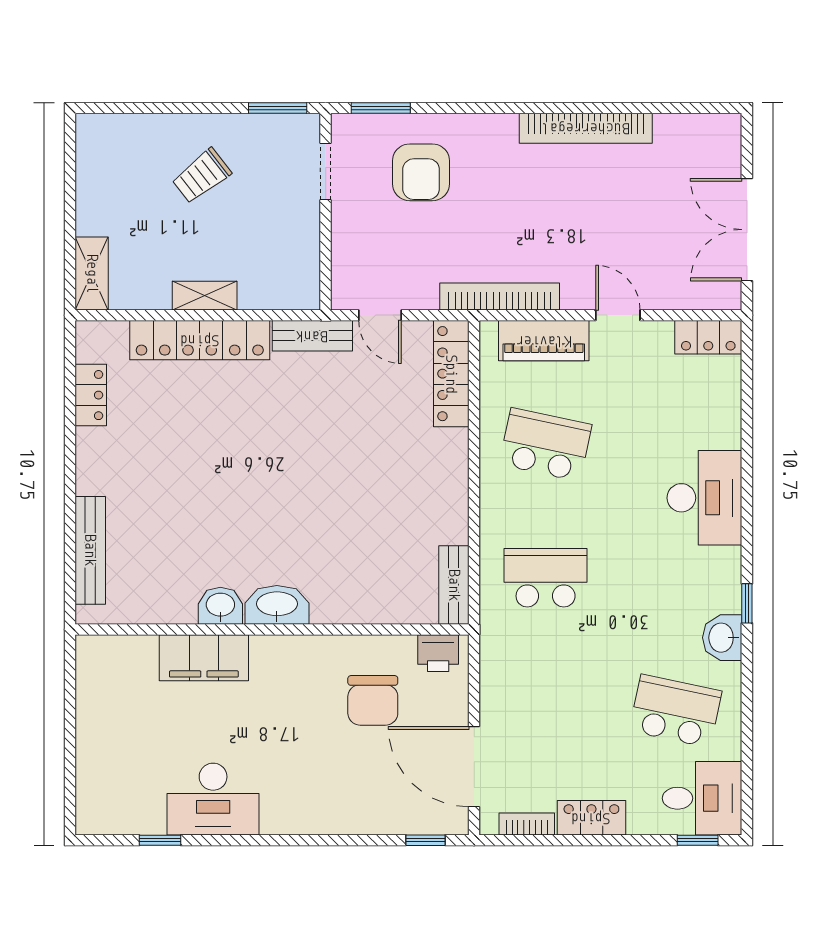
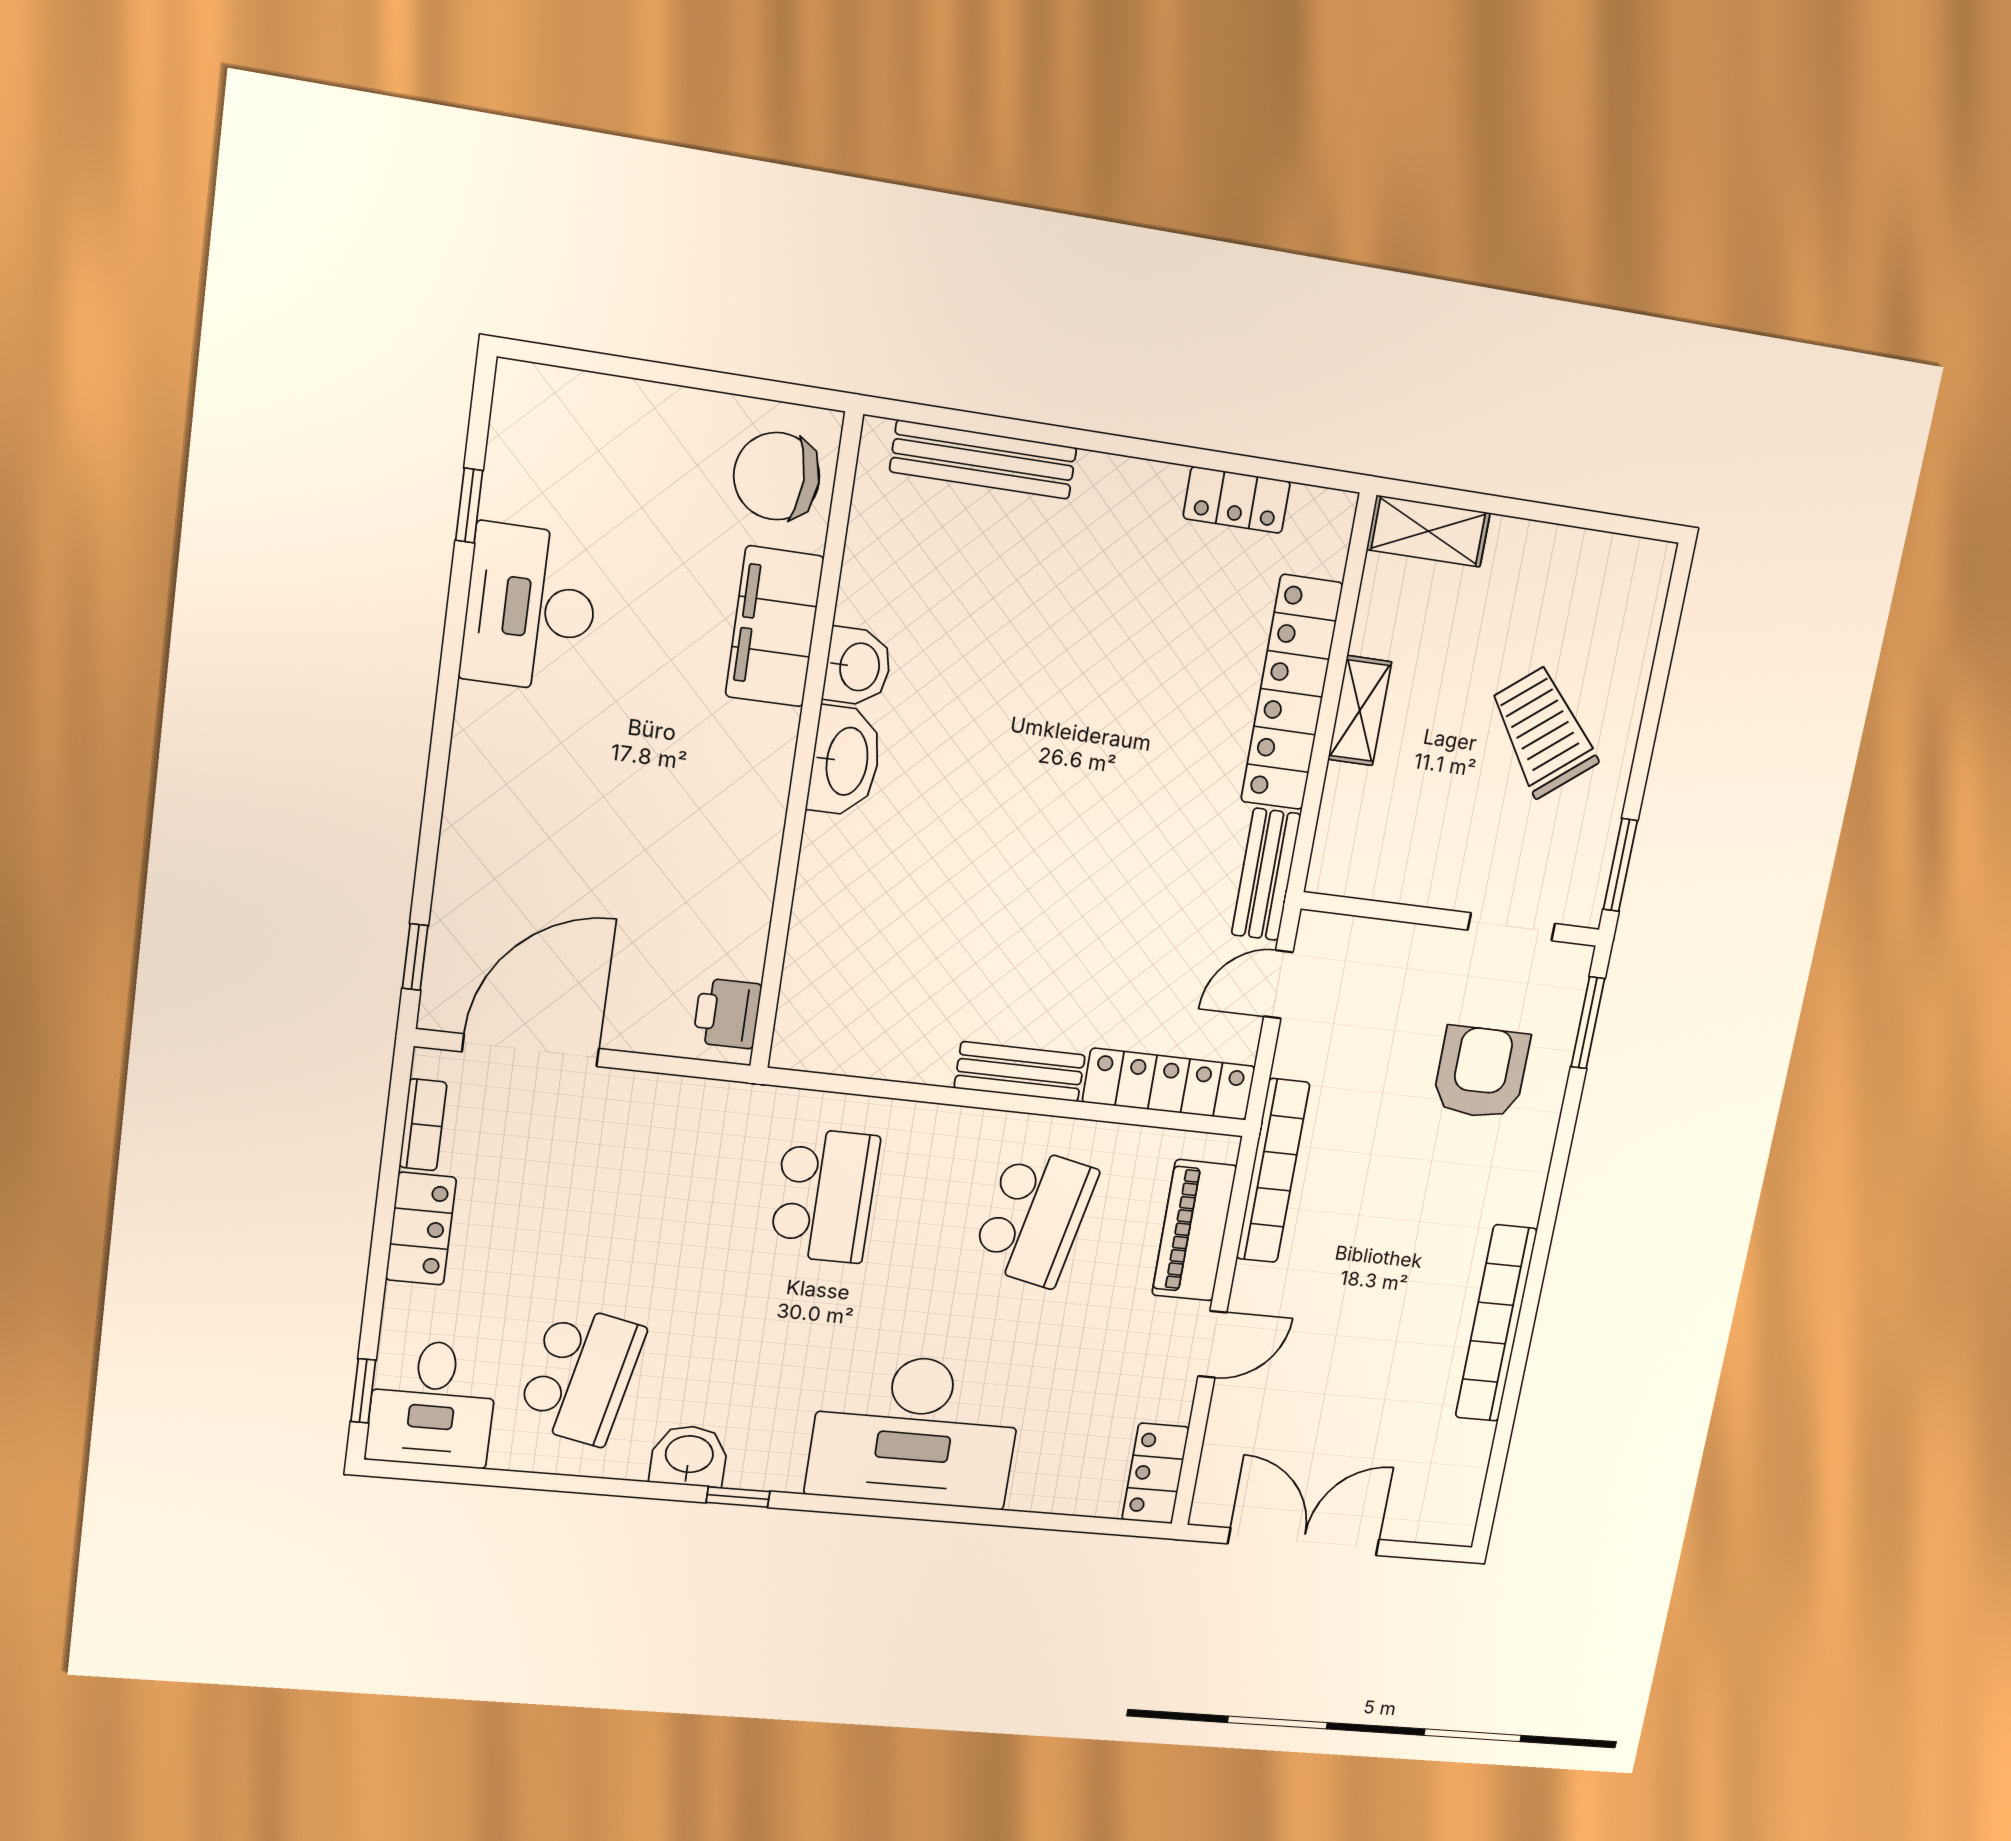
armchair: (421, 172) -> (1481, 1073), turned 90
trolley: (201, 176) -> (1543, 731), width x1.36, depth x1.39
desk: (704, 498) -> (915, 1431), width x1.36, depth x1.30
bench: (454, 585) -> (1020, 1072), moved
chair: (373, 700) -> (777, 476), moved

